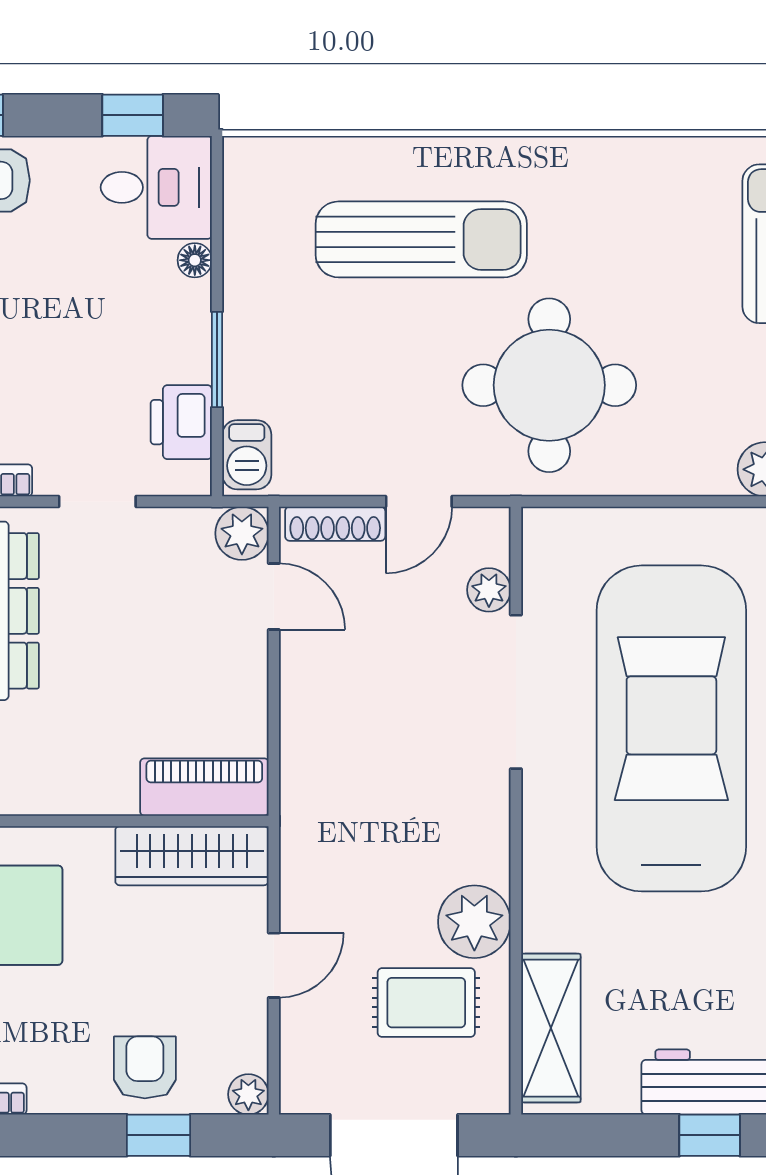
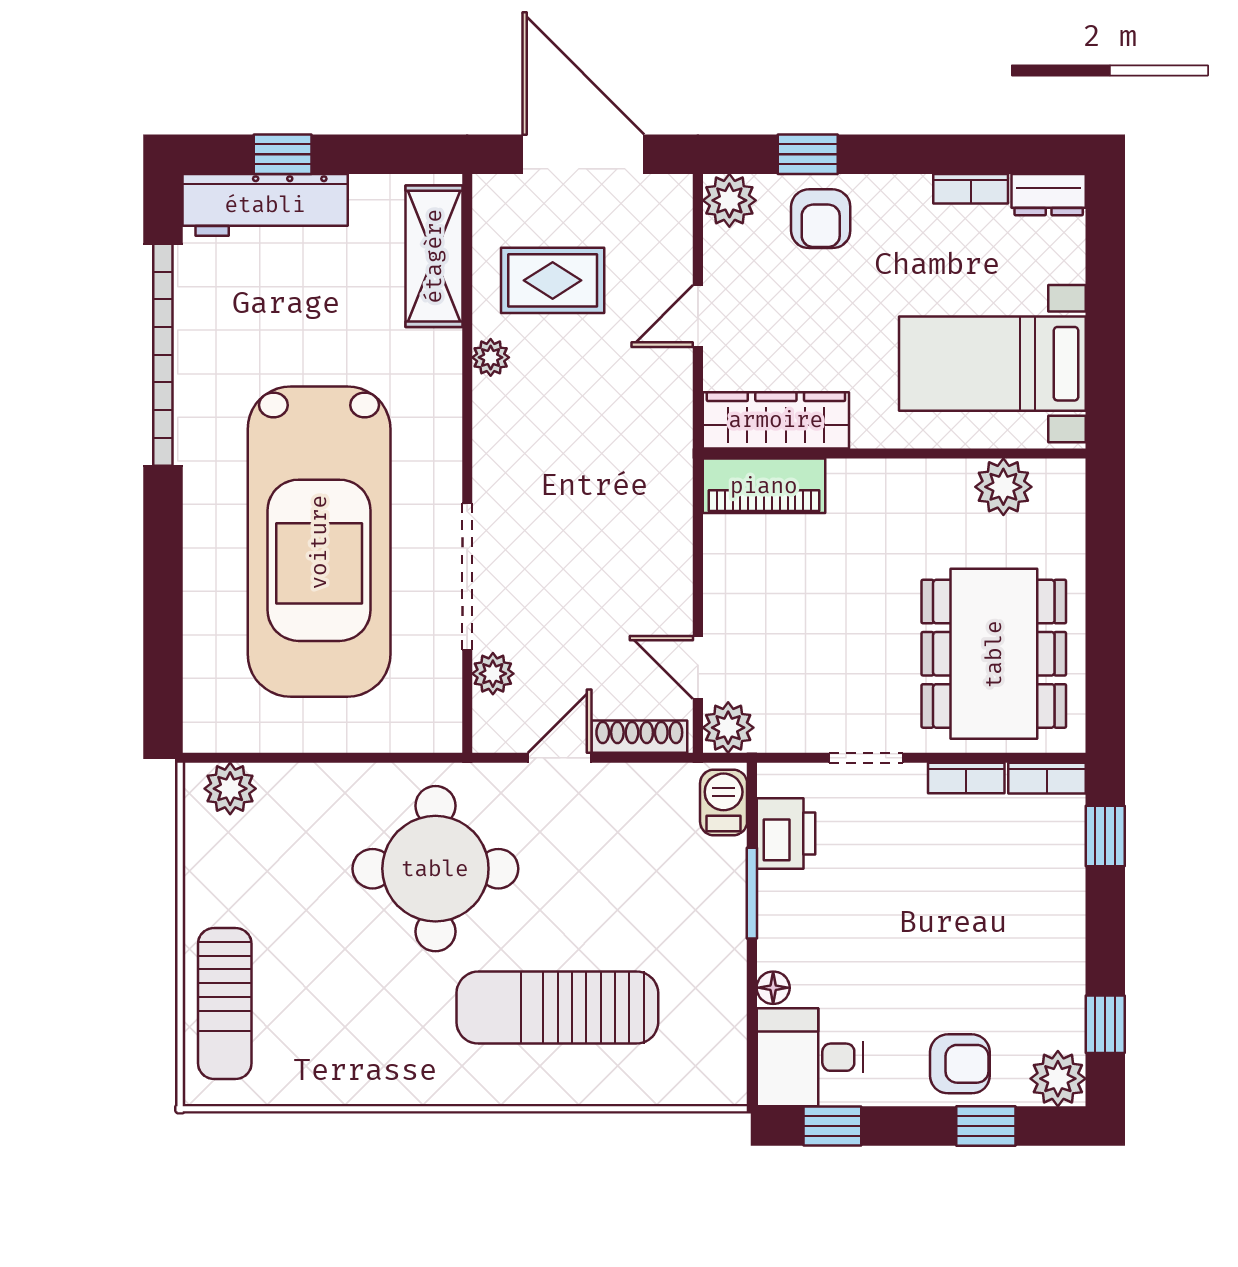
plant: (474, 922) -> (491, 357), width x0.53, depth x0.53
plant: (248, 1094) -> (729, 200), width x1.38, depth x1.38

